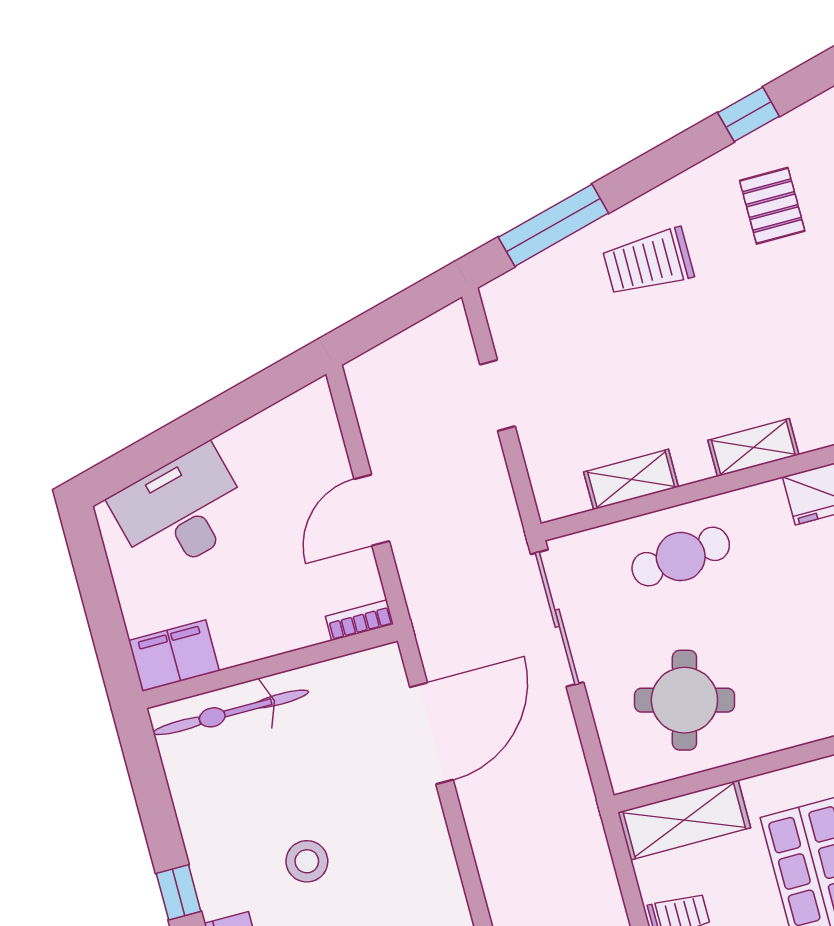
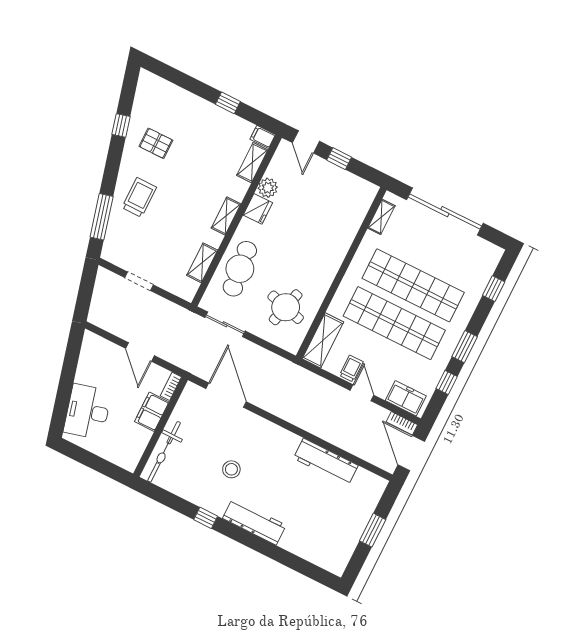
trolley: (648, 262) -> (139, 197), turned 180
cafe table: (681, 556) -> (240, 269), width x1.37, depth x1.35
sliding door: (557, 618) -> (225, 324), width x0.73
filing cabinet: (174, 656) -> (152, 412), moved

